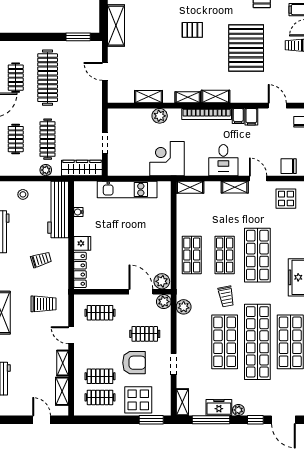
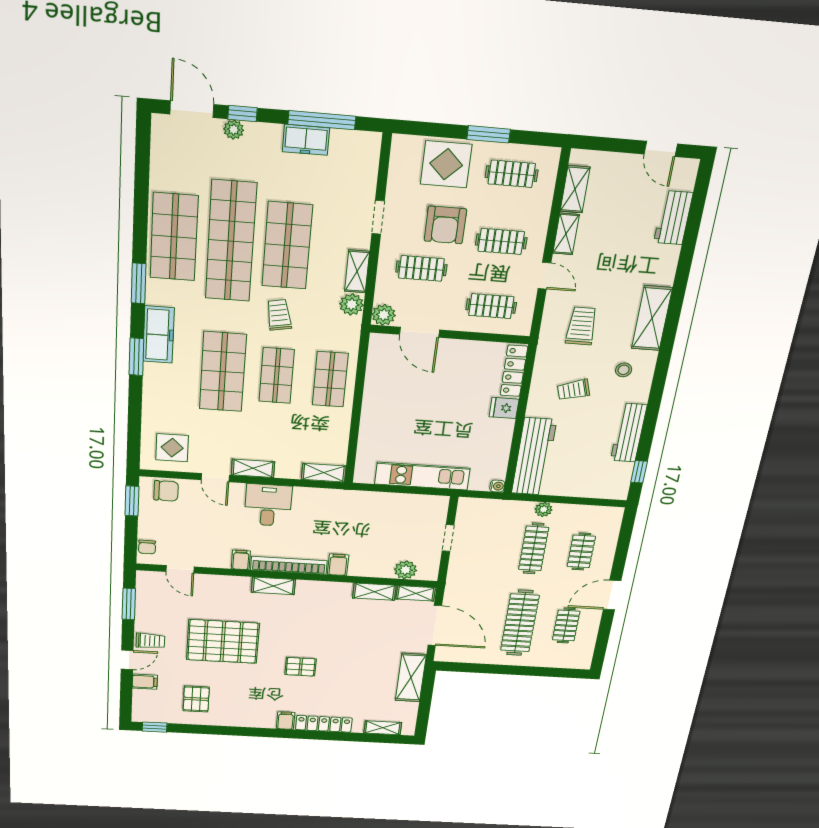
window: (78, 37) -> (467, 668), removed
pallet: (246, 48) -> (223, 641), turned 90
door: (105, 71) -> (435, 625), width x1.88
shelving: (188, 97) -> (416, 593), moved
plant: (160, 116) -> (405, 570), moved
filing cabinet: (251, 117) -> (338, 565), moved
corner desk: (167, 159) -> (356, 513), removed
wardrobe: (82, 168) -> (488, 509), removed
stool: (23, 194) -> (624, 370), moved
water cooler: (78, 212) -> (497, 486), moved
plant: (162, 281) -> (383, 345), removed
trolley: (43, 304) -> (581, 326), turned 90
armchair: (134, 363) -> (445, 225), turned -90
clothes rail: (100, 376) -> (501, 241), moved
shelving: (182, 402) -> (357, 271), moved
plant: (238, 410) -> (234, 130), moved
door: (42, 420) -> (661, 149), moved
window: (151, 420) -> (489, 134), moved

